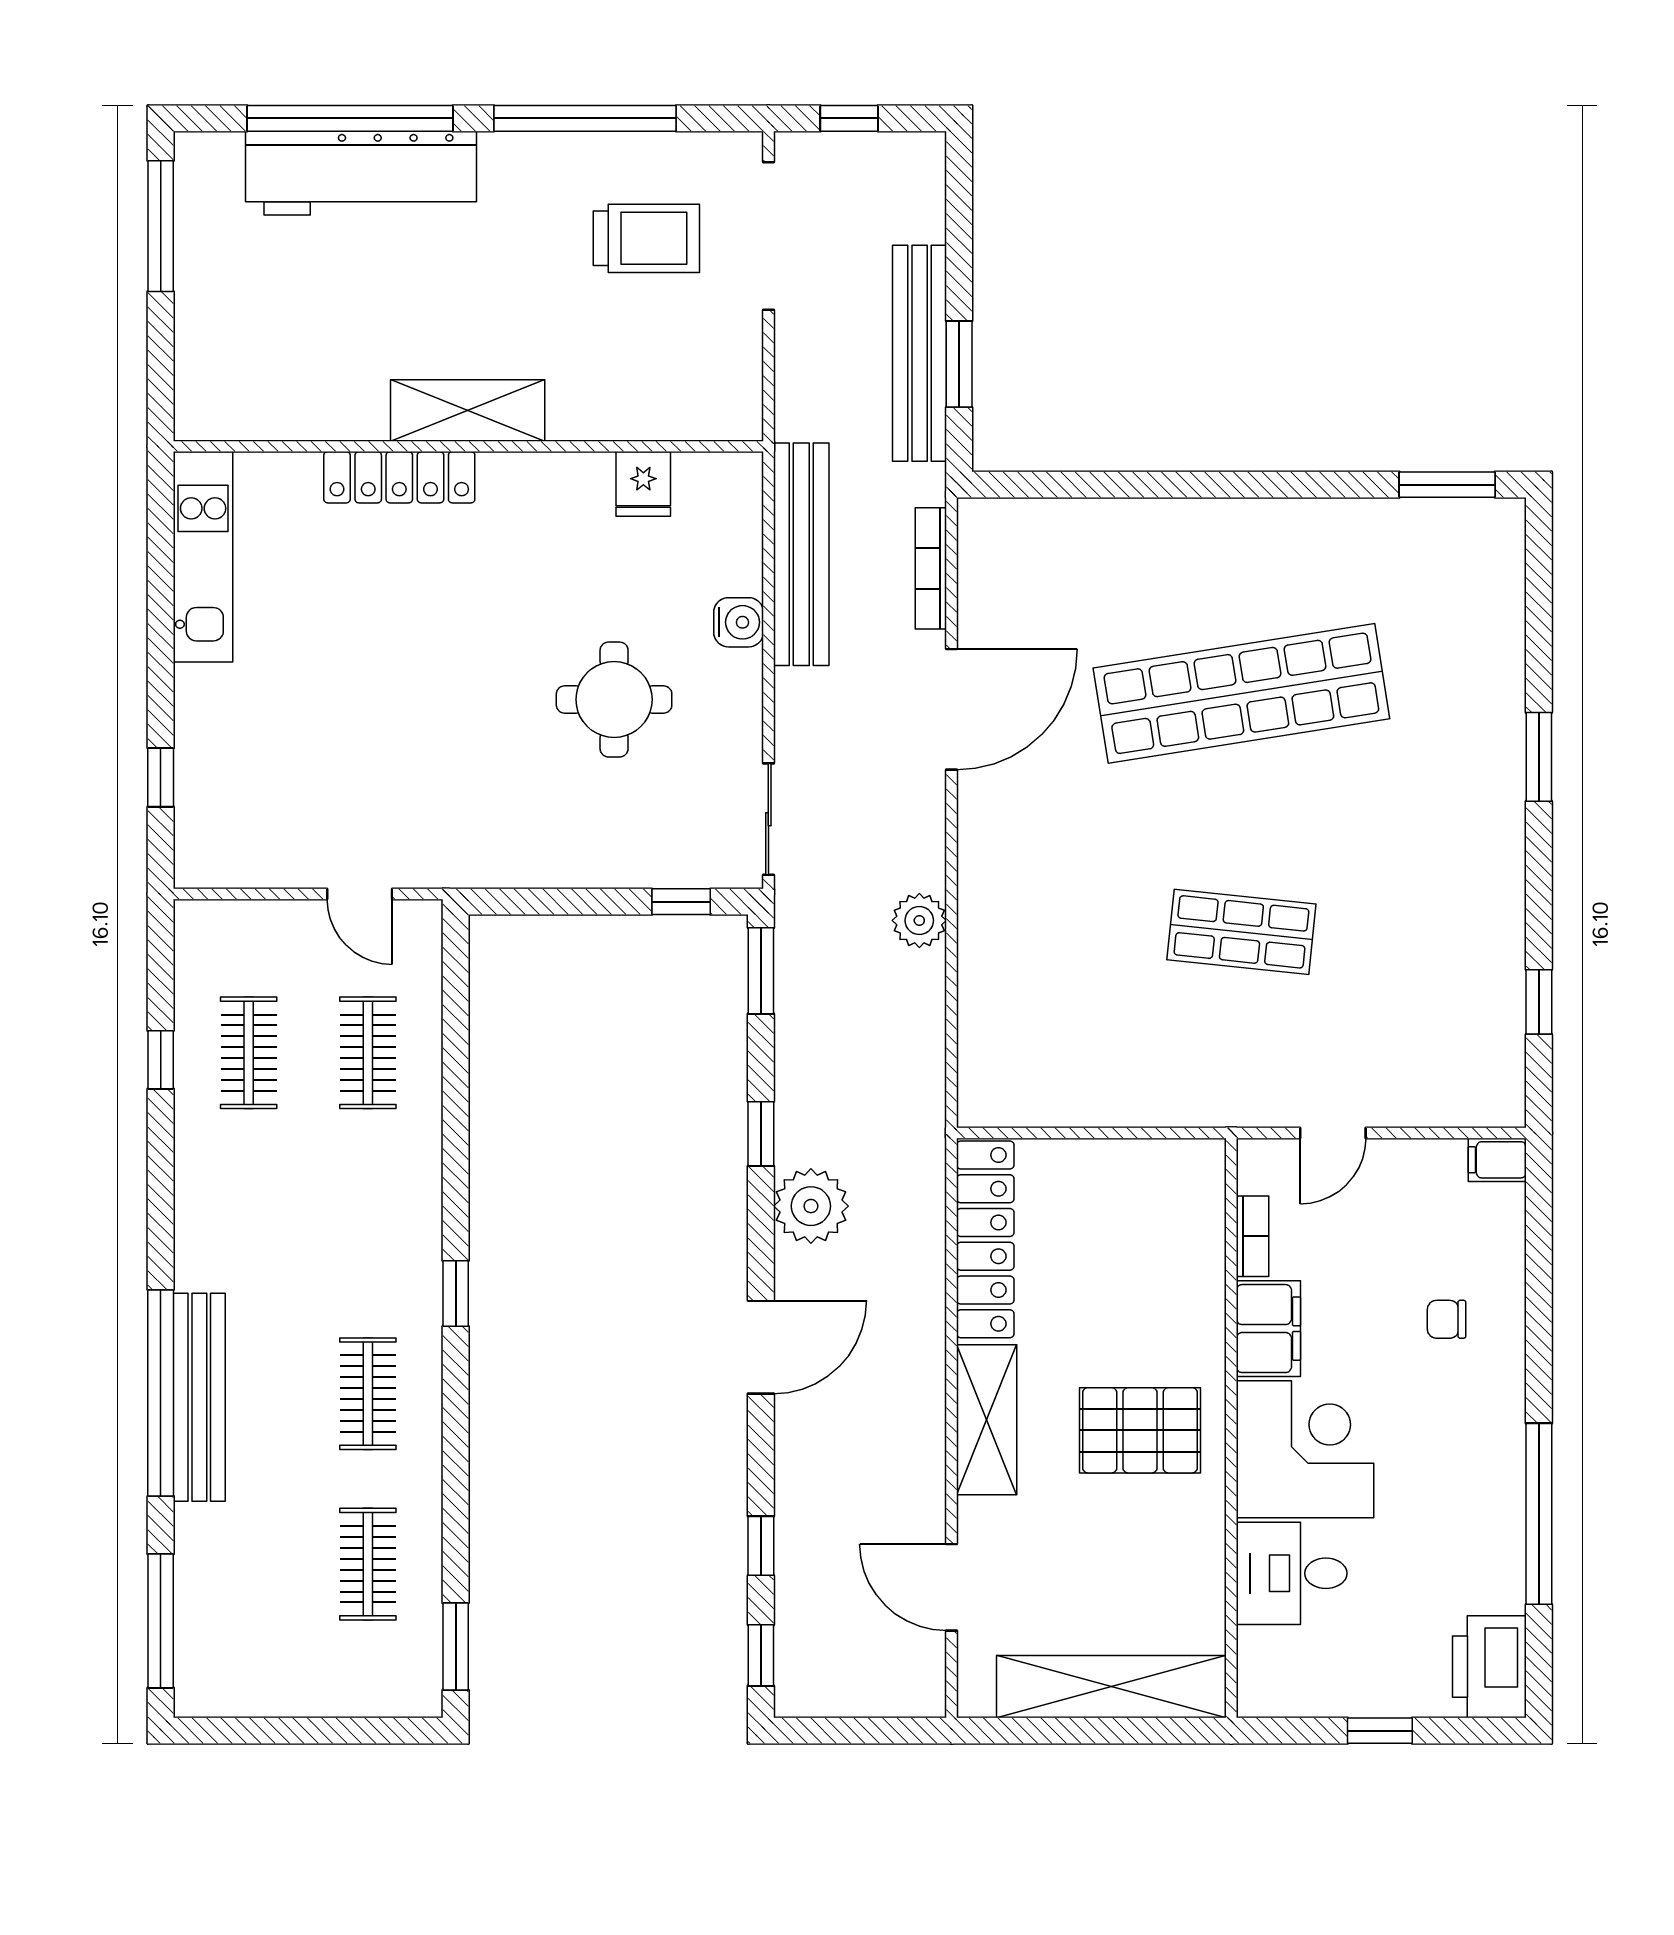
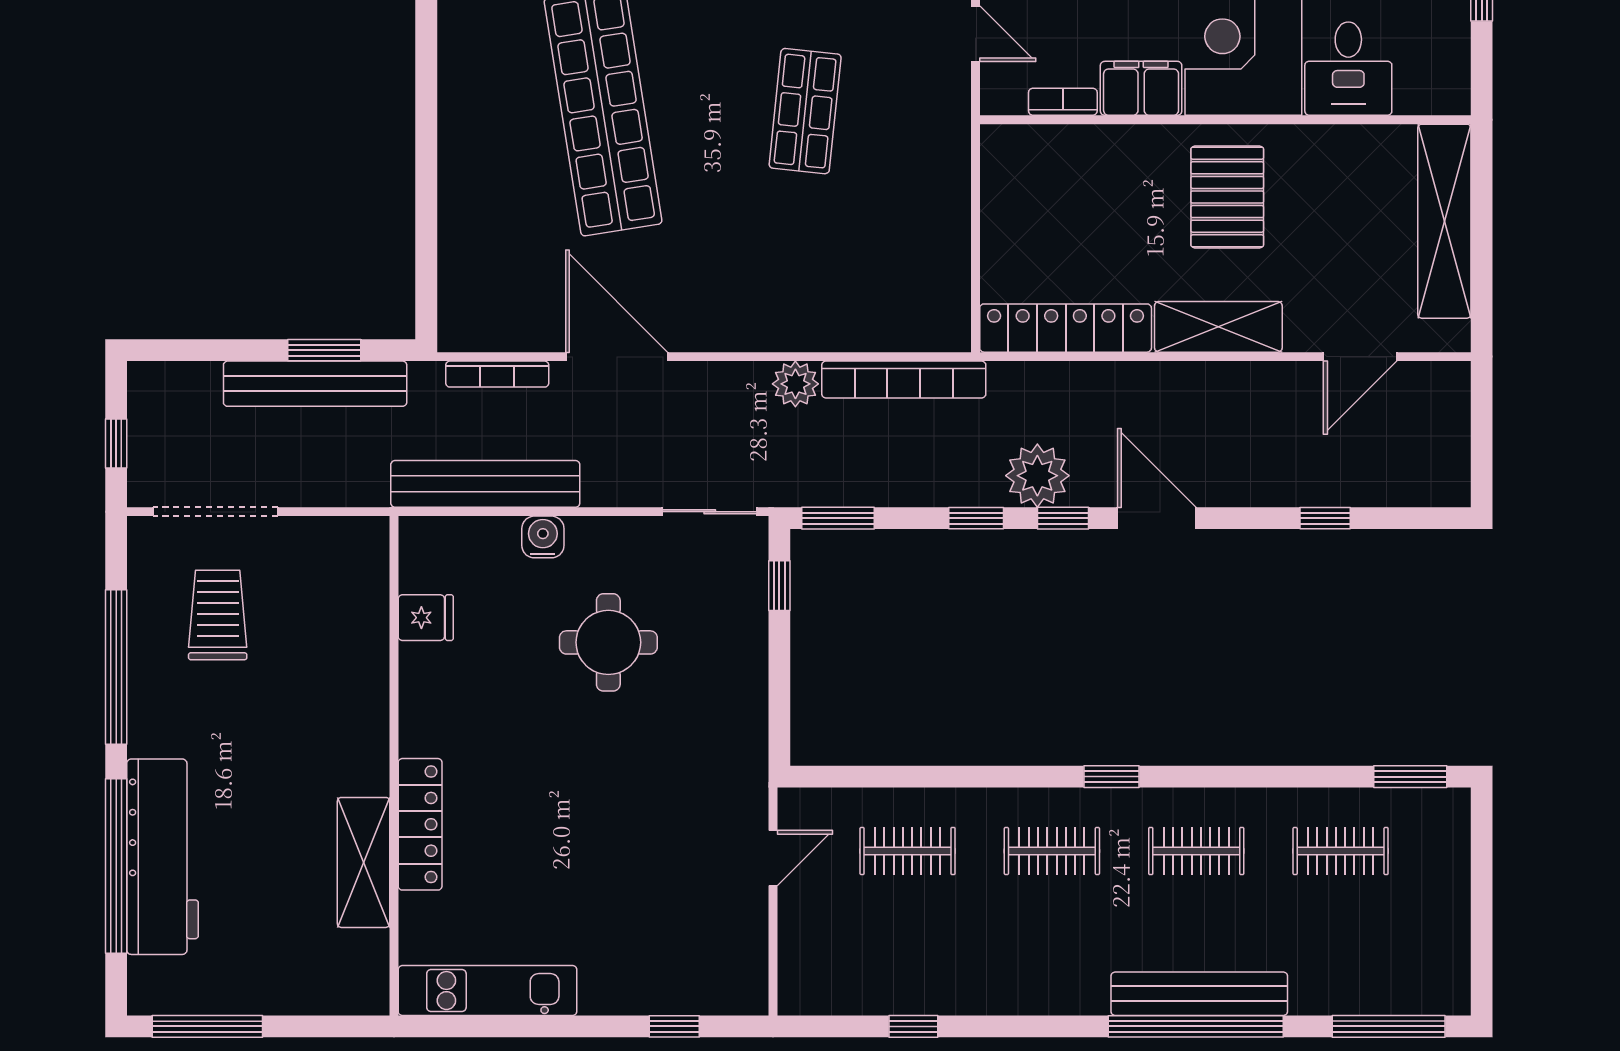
shelving: (468, 411) -> (364, 862), moved
bookcase: (924, 1048) -> (904, 380), added
clothes rail: (249, 1053) -> (1052, 851), moved
window: (761, 1655) -> (1063, 518), moved

